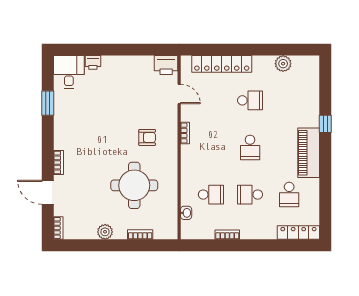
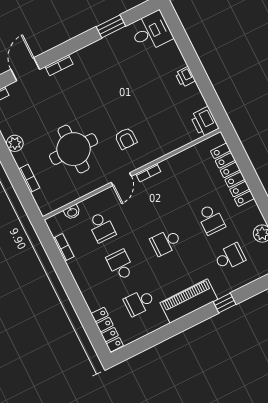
printer: (93, 62) -> (185, 77), moved
door: (179, 94) -> (121, 179), moved
school desk: (289, 100) -> (230, 257), added
bookcase: (227, 235) -> (64, 247), moved

